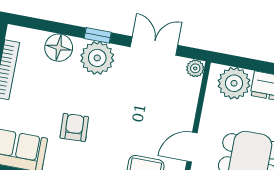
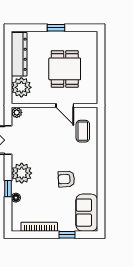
window: (98, 35) -> (8, 189), moved
floor lamp: (59, 48) -> (16, 198), width x0.53, depth x0.53

